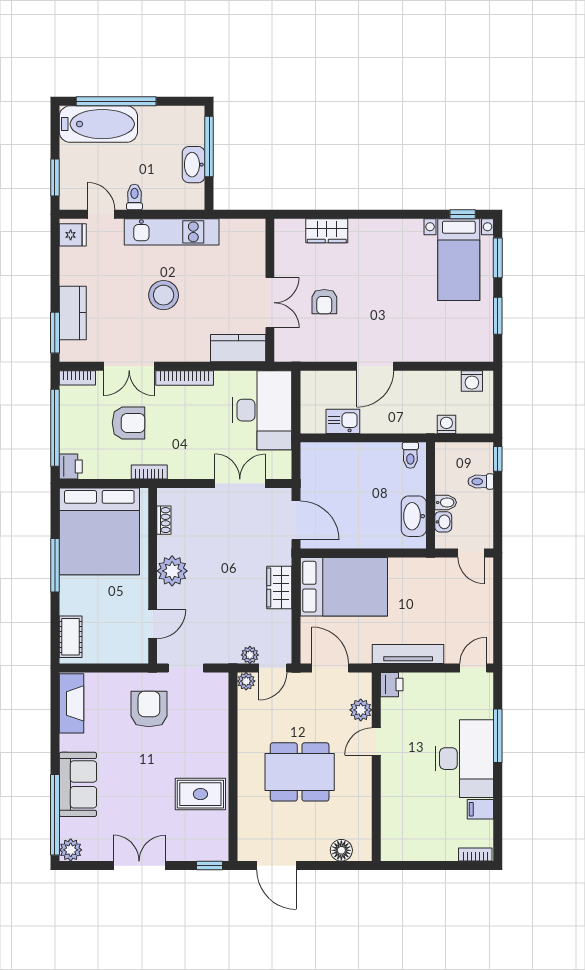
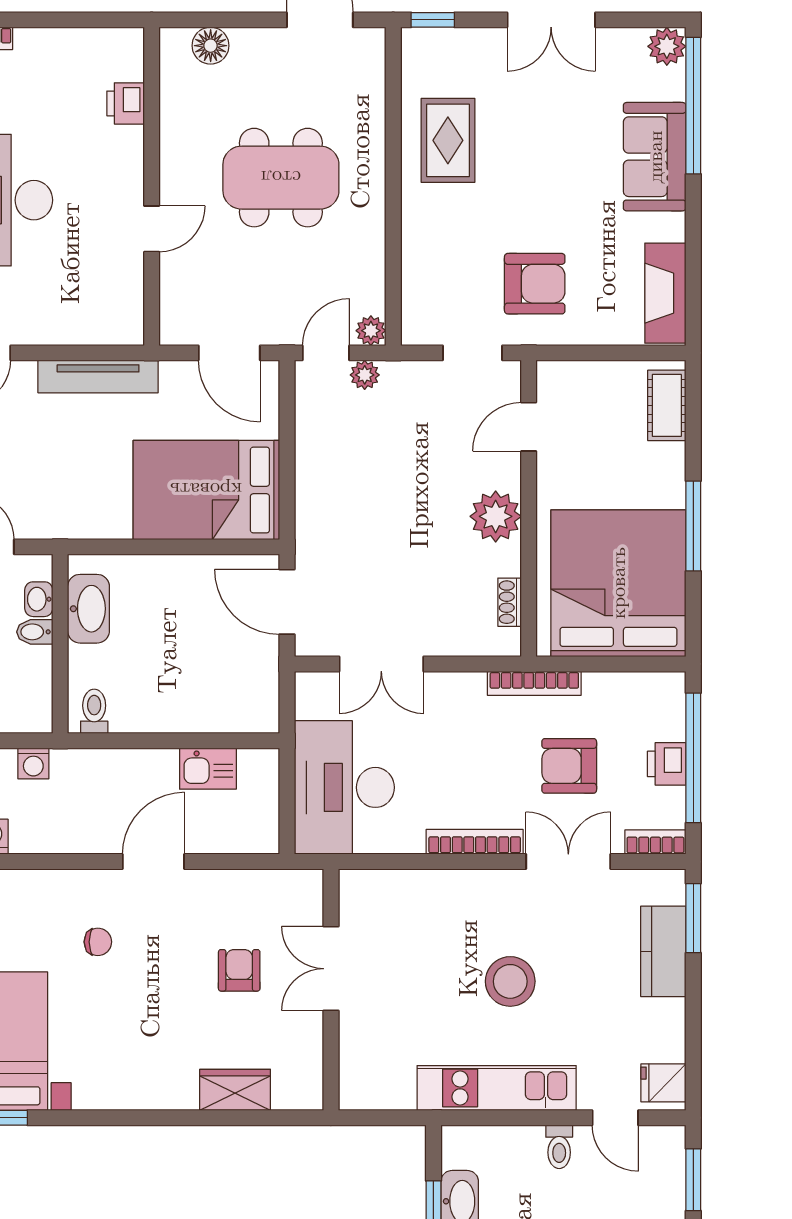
chair: (408, 319) -> (98, 942), added
kitchen counter: (238, 348) -> (385, 892), removed
printer: (71, 467) -> (667, 764), moved
bookcase: (149, 472) -> (534, 683), width x1.56
wardrobe: (279, 588) -> (315, 489), removed
printer: (392, 685) -> (126, 103), moved
armchair: (149, 709) -> (535, 284), turned -90
plant: (361, 710) -> (178, 282), removed
rug: (200, 794) -> (448, 140), turned 90

